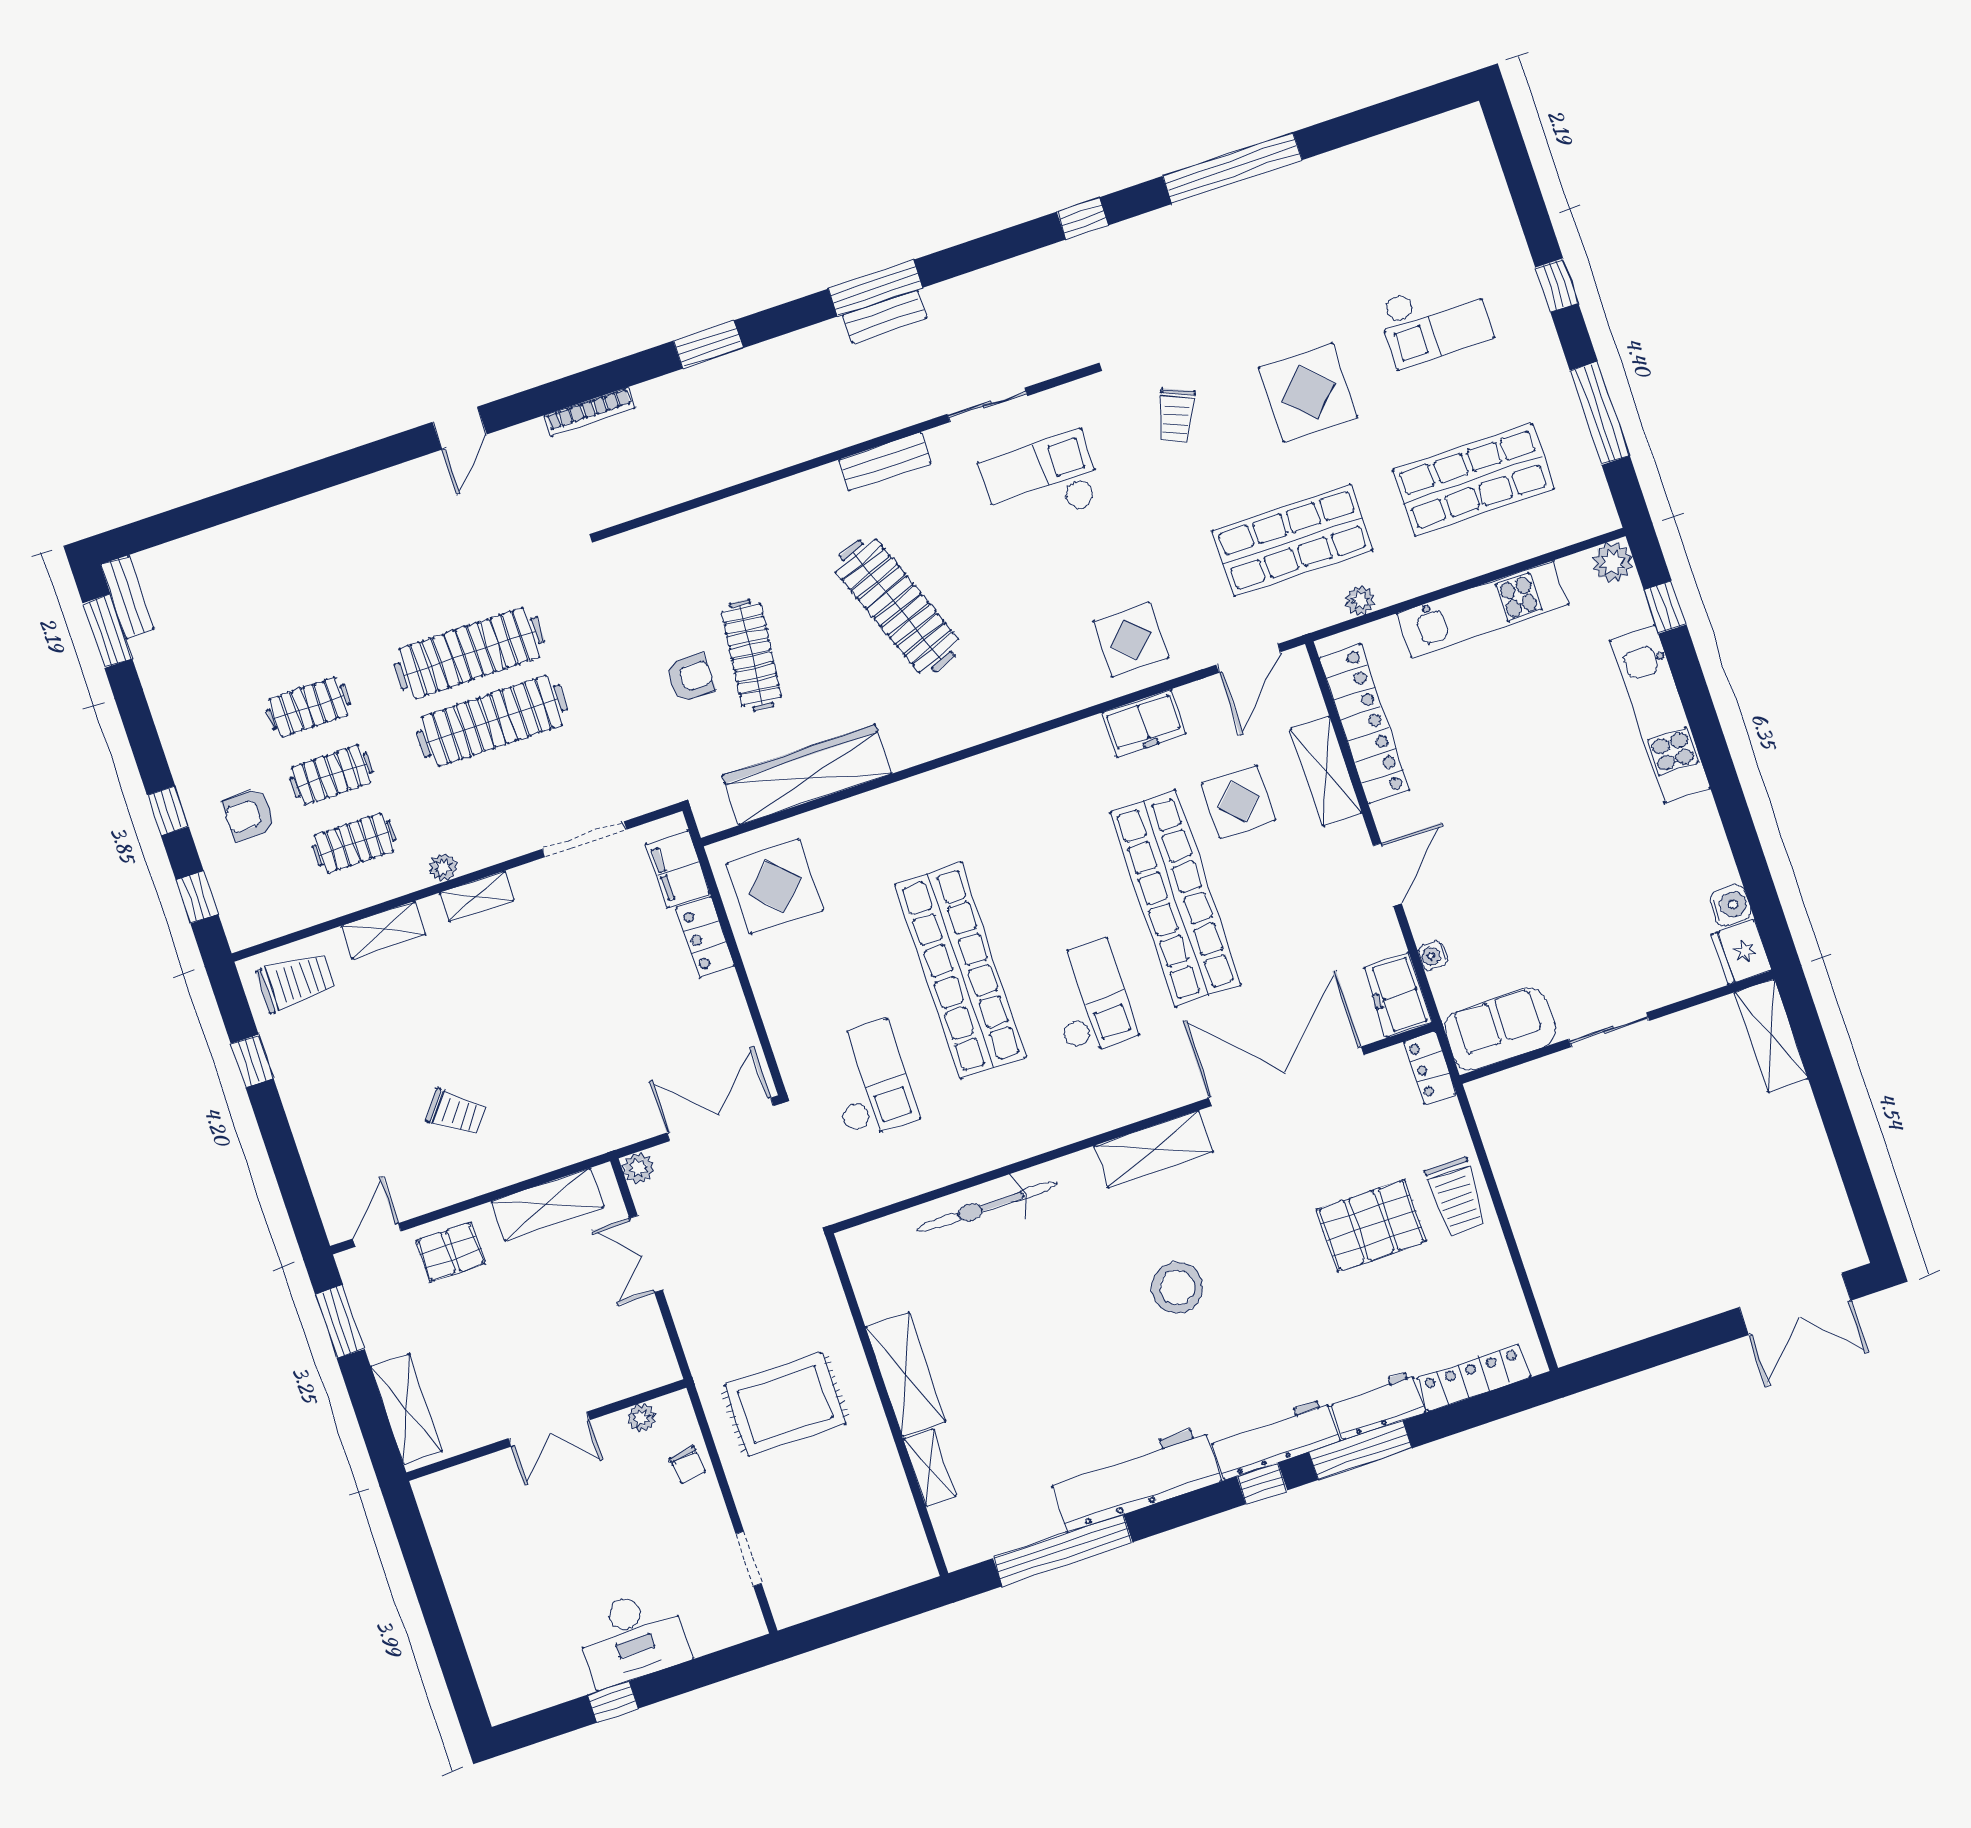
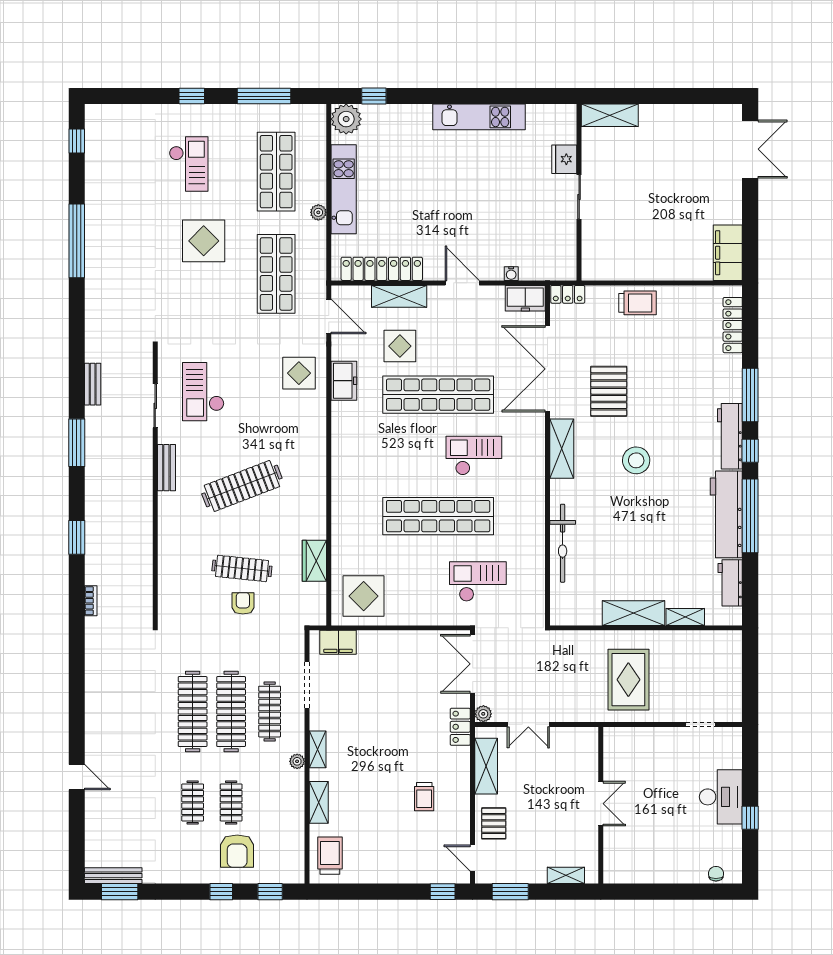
window: (1083, 218) -> (77, 141), moved
bench: (885, 316) -> (93, 384), moved
bookcase: (589, 412) -> (91, 601), width x0.64
trolley: (1176, 415) -> (193, 312), removed
door: (460, 428) -> (77, 777), moved
plant: (1613, 562) -> (346, 119), width x1.36, depth x1.36
bench: (127, 597) -> (113, 876), width x1.36
plant: (1360, 601) -> (318, 212), moved
kitchen unit: (1660, 714) -> (479, 117), moved
wardrobe: (807, 775) -> (314, 561), width x0.48, depth x0.85
armchair: (249, 815) -> (237, 851), width x1.38, depth x1.38
clothes rail: (354, 843) -> (270, 712), moved, width x1.36
water cooler: (1730, 905) -> (536, 114), removed
locker: (705, 937) -> (460, 727), moved, turned 90
fridge: (1741, 952) -> (564, 159), moved, turned 90
sofa: (1500, 1029) -> (560, 252), removed
window: (252, 1061) -> (443, 892), moved
trolley: (457, 1113) -> (424, 797), turned 143
pallet: (1371, 1226) -> (609, 391), moved
filing cabinet: (1599, 1326) -> (728, 253), added
workbench: (1378, 1405) -> (730, 583), moved
shelving: (406, 1409) -> (566, 875), width x0.67, depth x0.75
plant: (641, 1418) -> (611, 755), removed
chair: (687, 1465) -> (716, 874), moved, turned -83
window: (1063, 1550) -> (750, 516), moved

